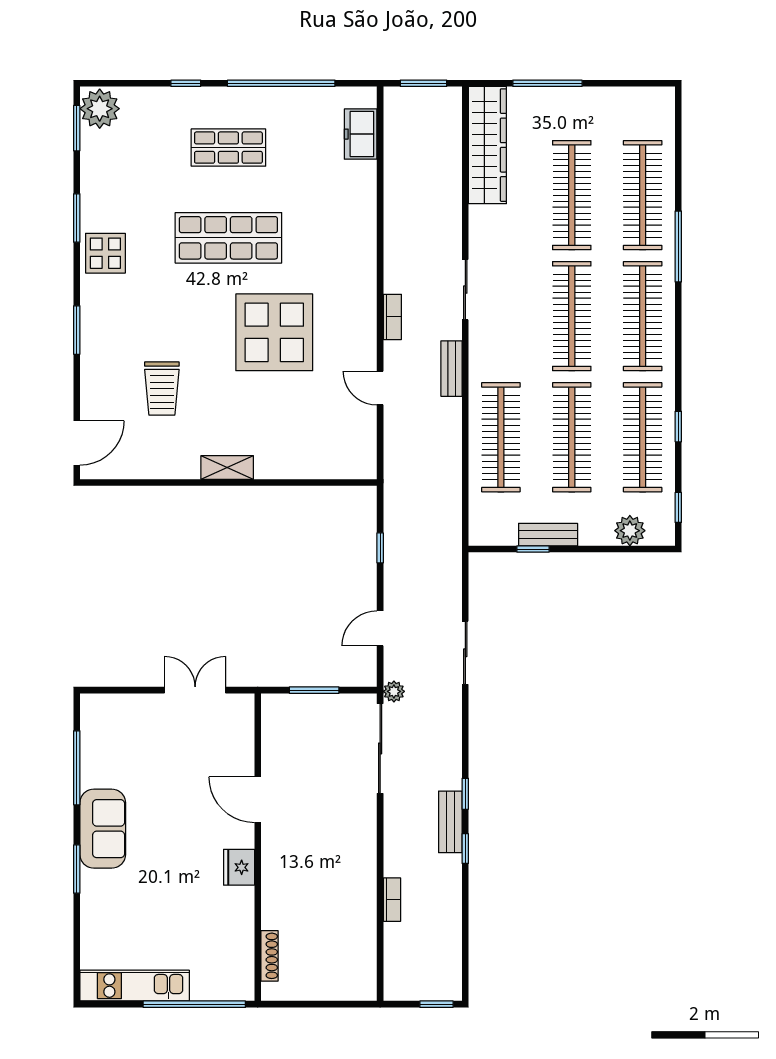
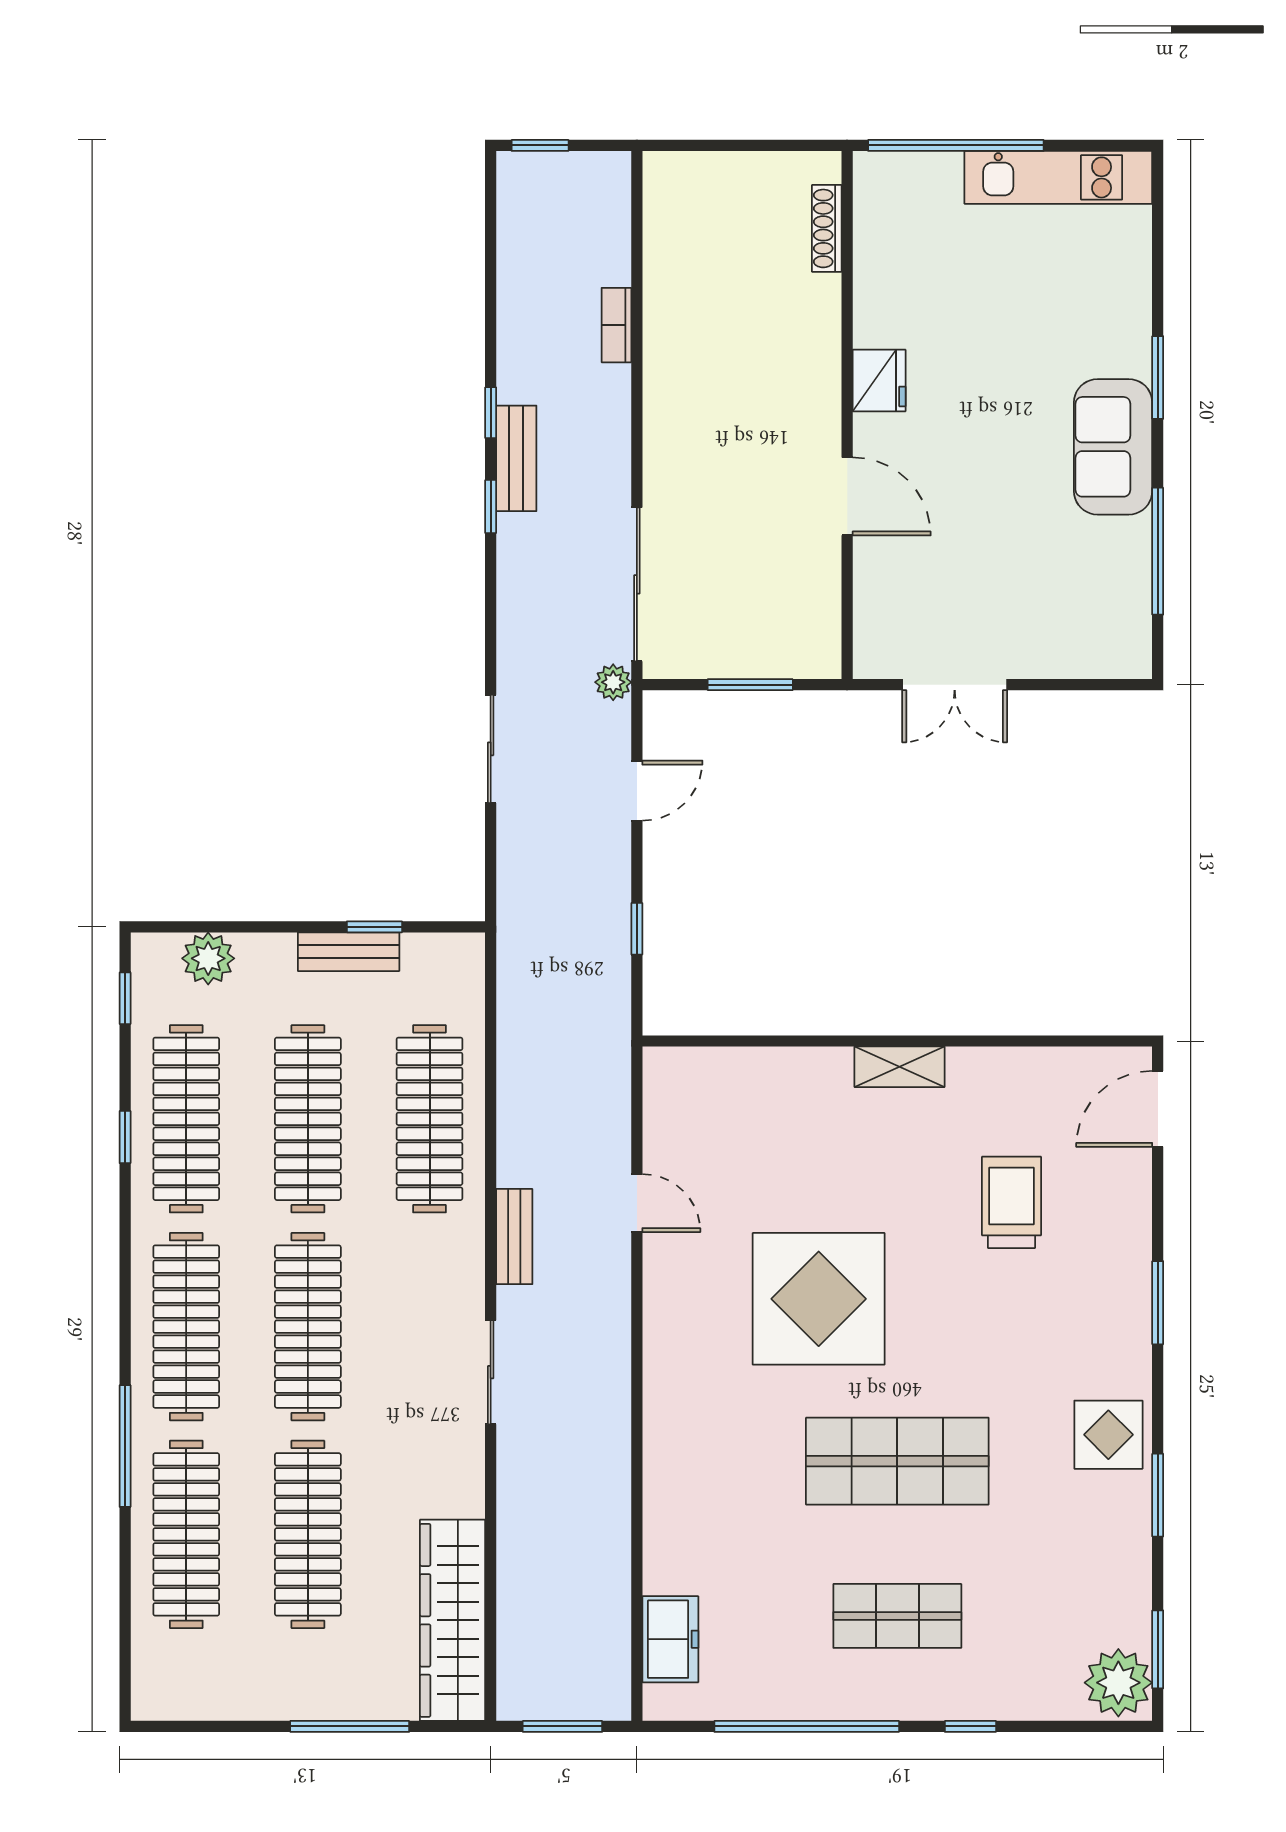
bookcase: (392, 317) -> (616, 1325), removed

